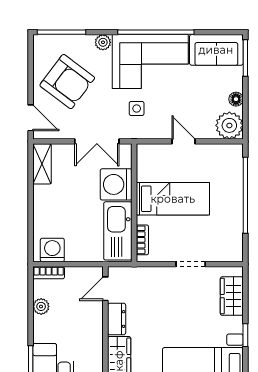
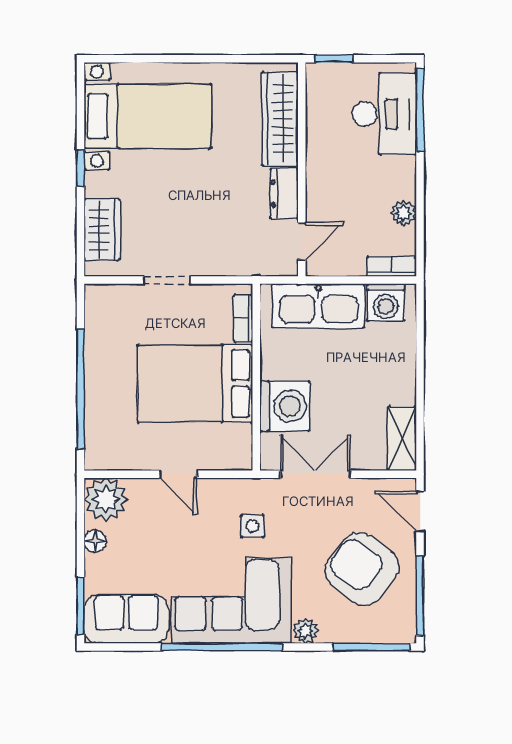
window: (31, 65) -> (420, 596), added
bed: (173, 199) -> (195, 384), width x1.50
kitchen sink: (118, 231) -> (318, 306), moved, turned 90

